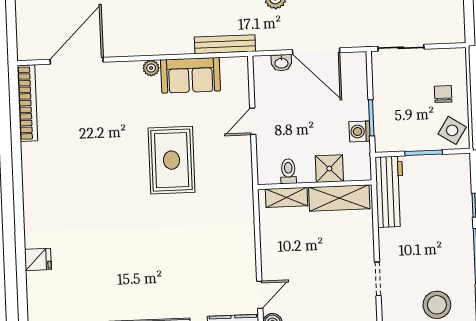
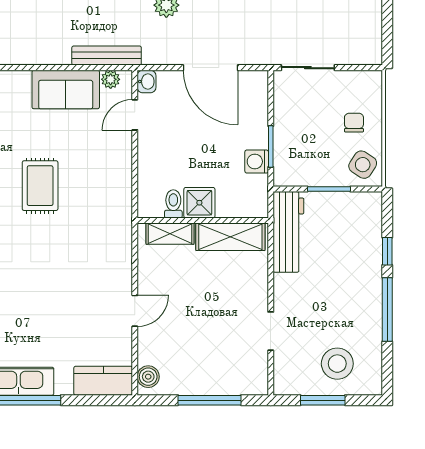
washbasin: (281, 63) -> (147, 82), moved, turned -90
plant: (151, 68) -> (111, 79), moved
door: (253, 121) -> (135, 115), moved
rug: (172, 160) -> (40, 186), width x0.73, depth x0.70
shower: (329, 169) -> (199, 203), moved
door: (260, 295) -> (135, 311), moved

